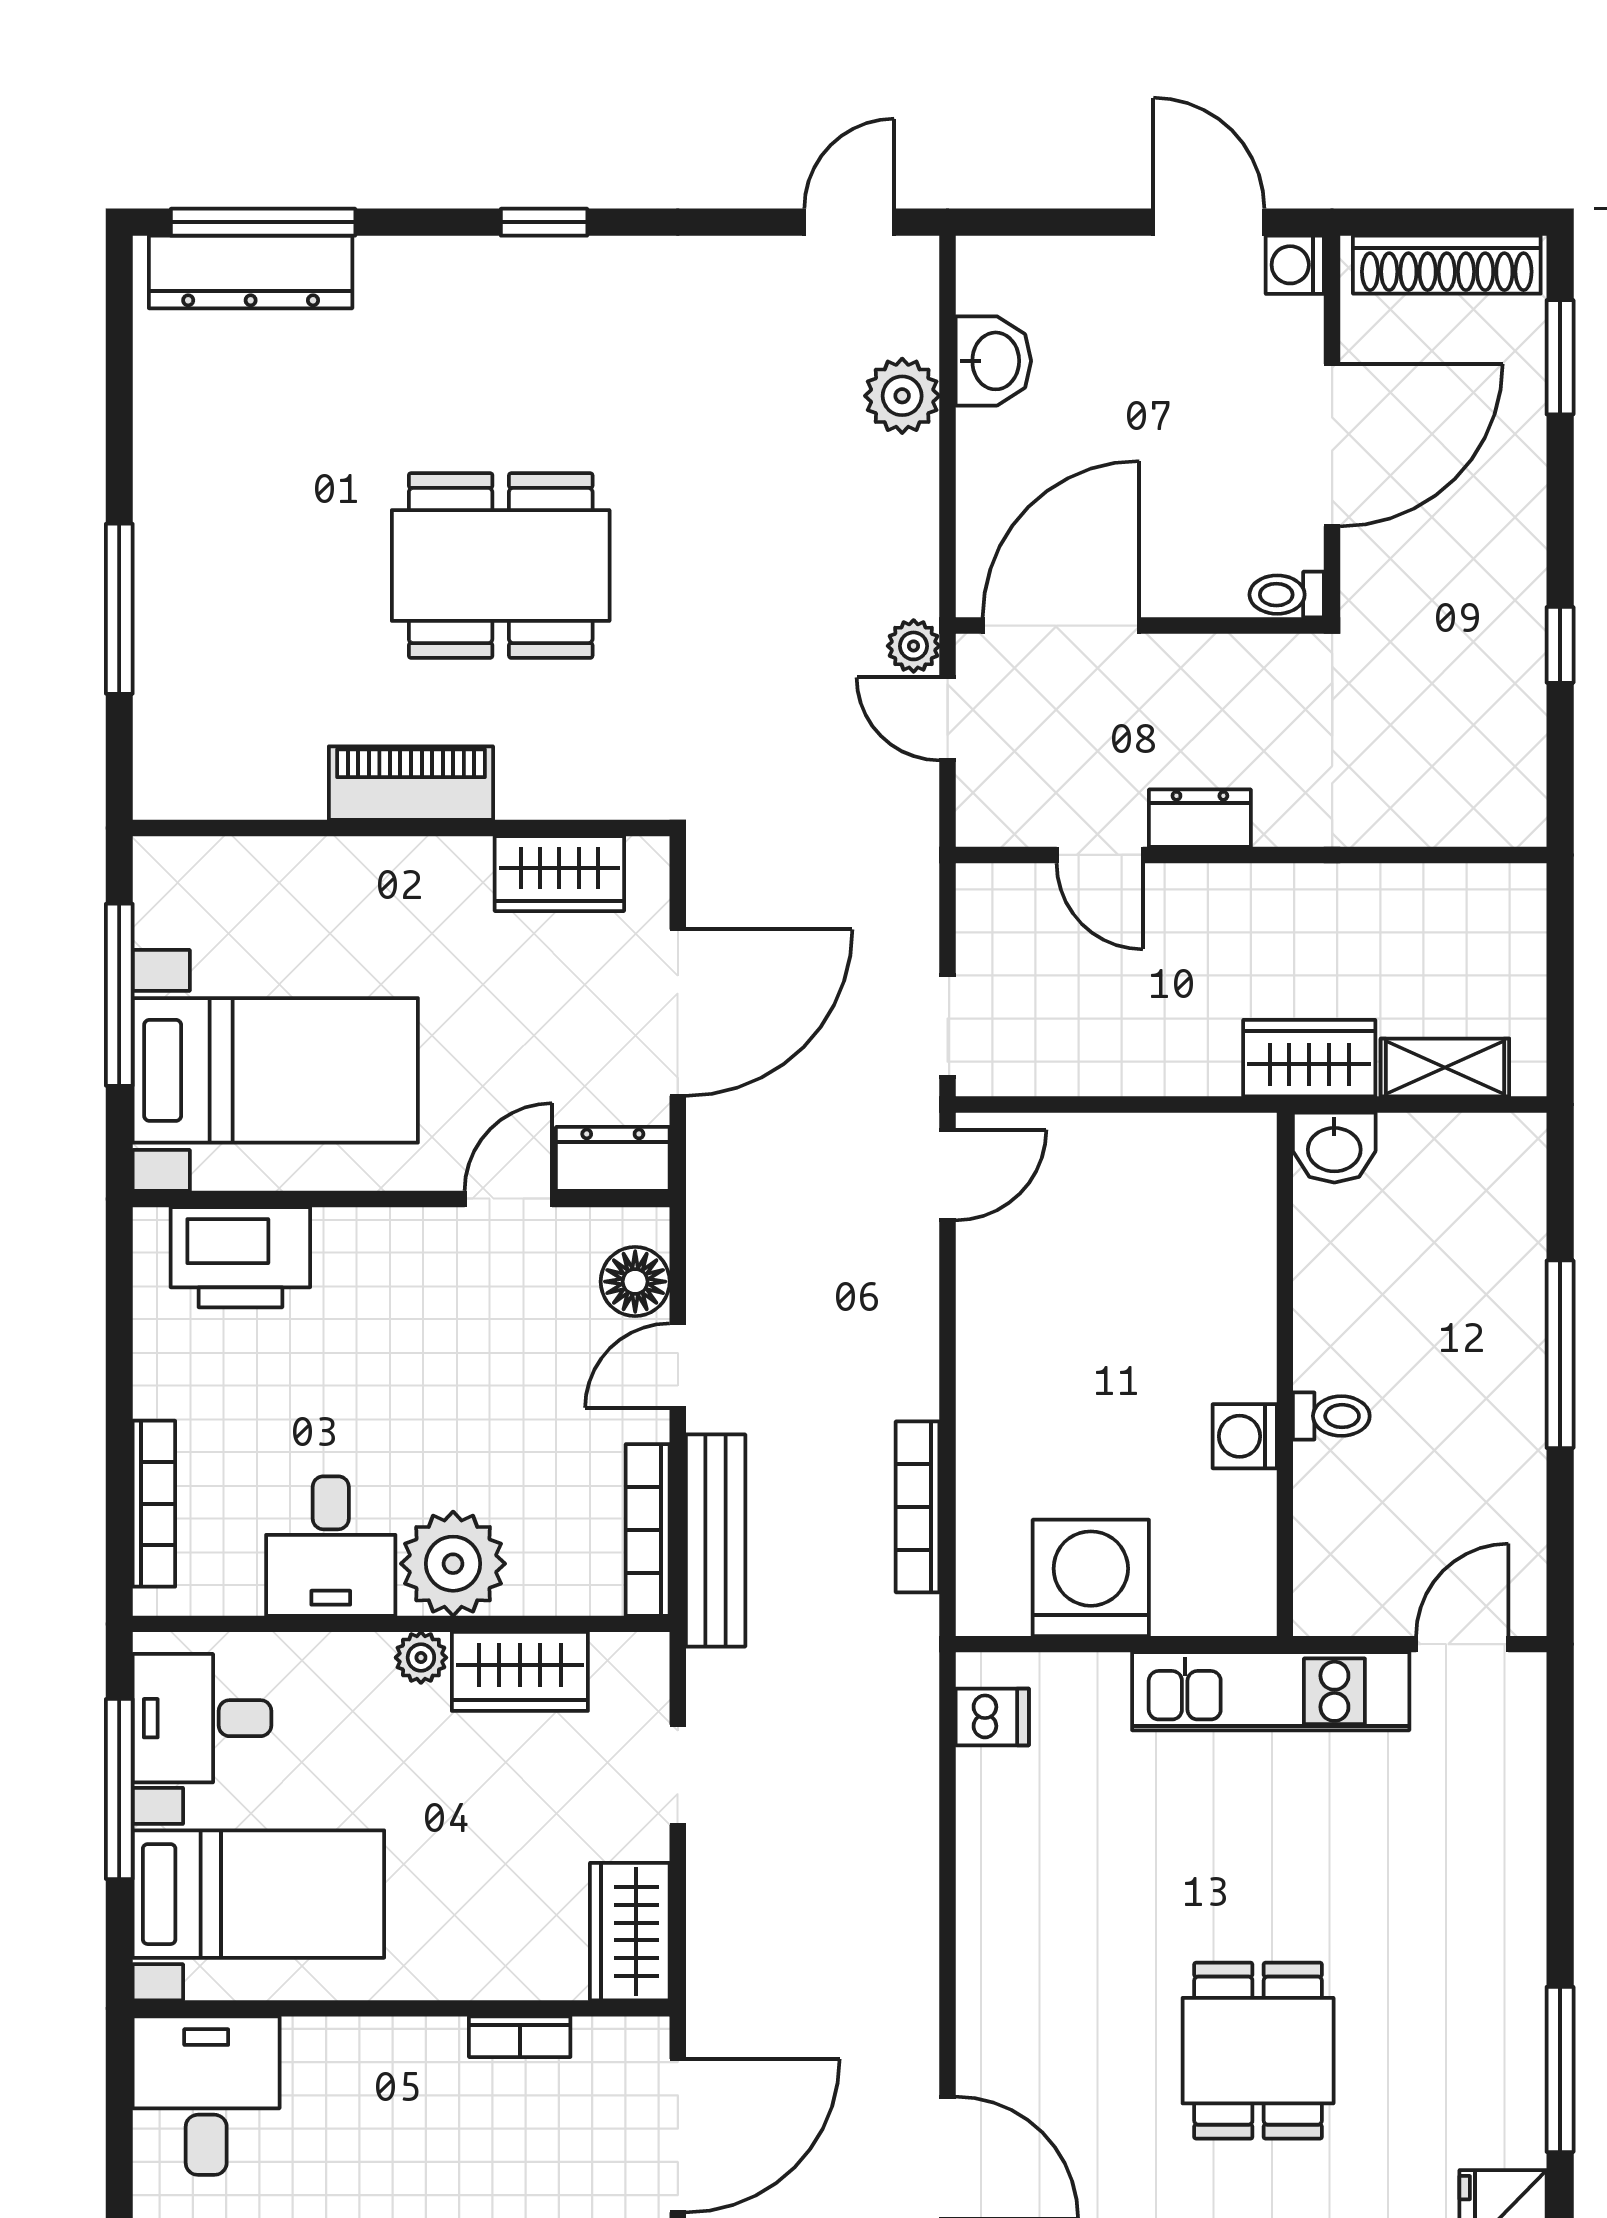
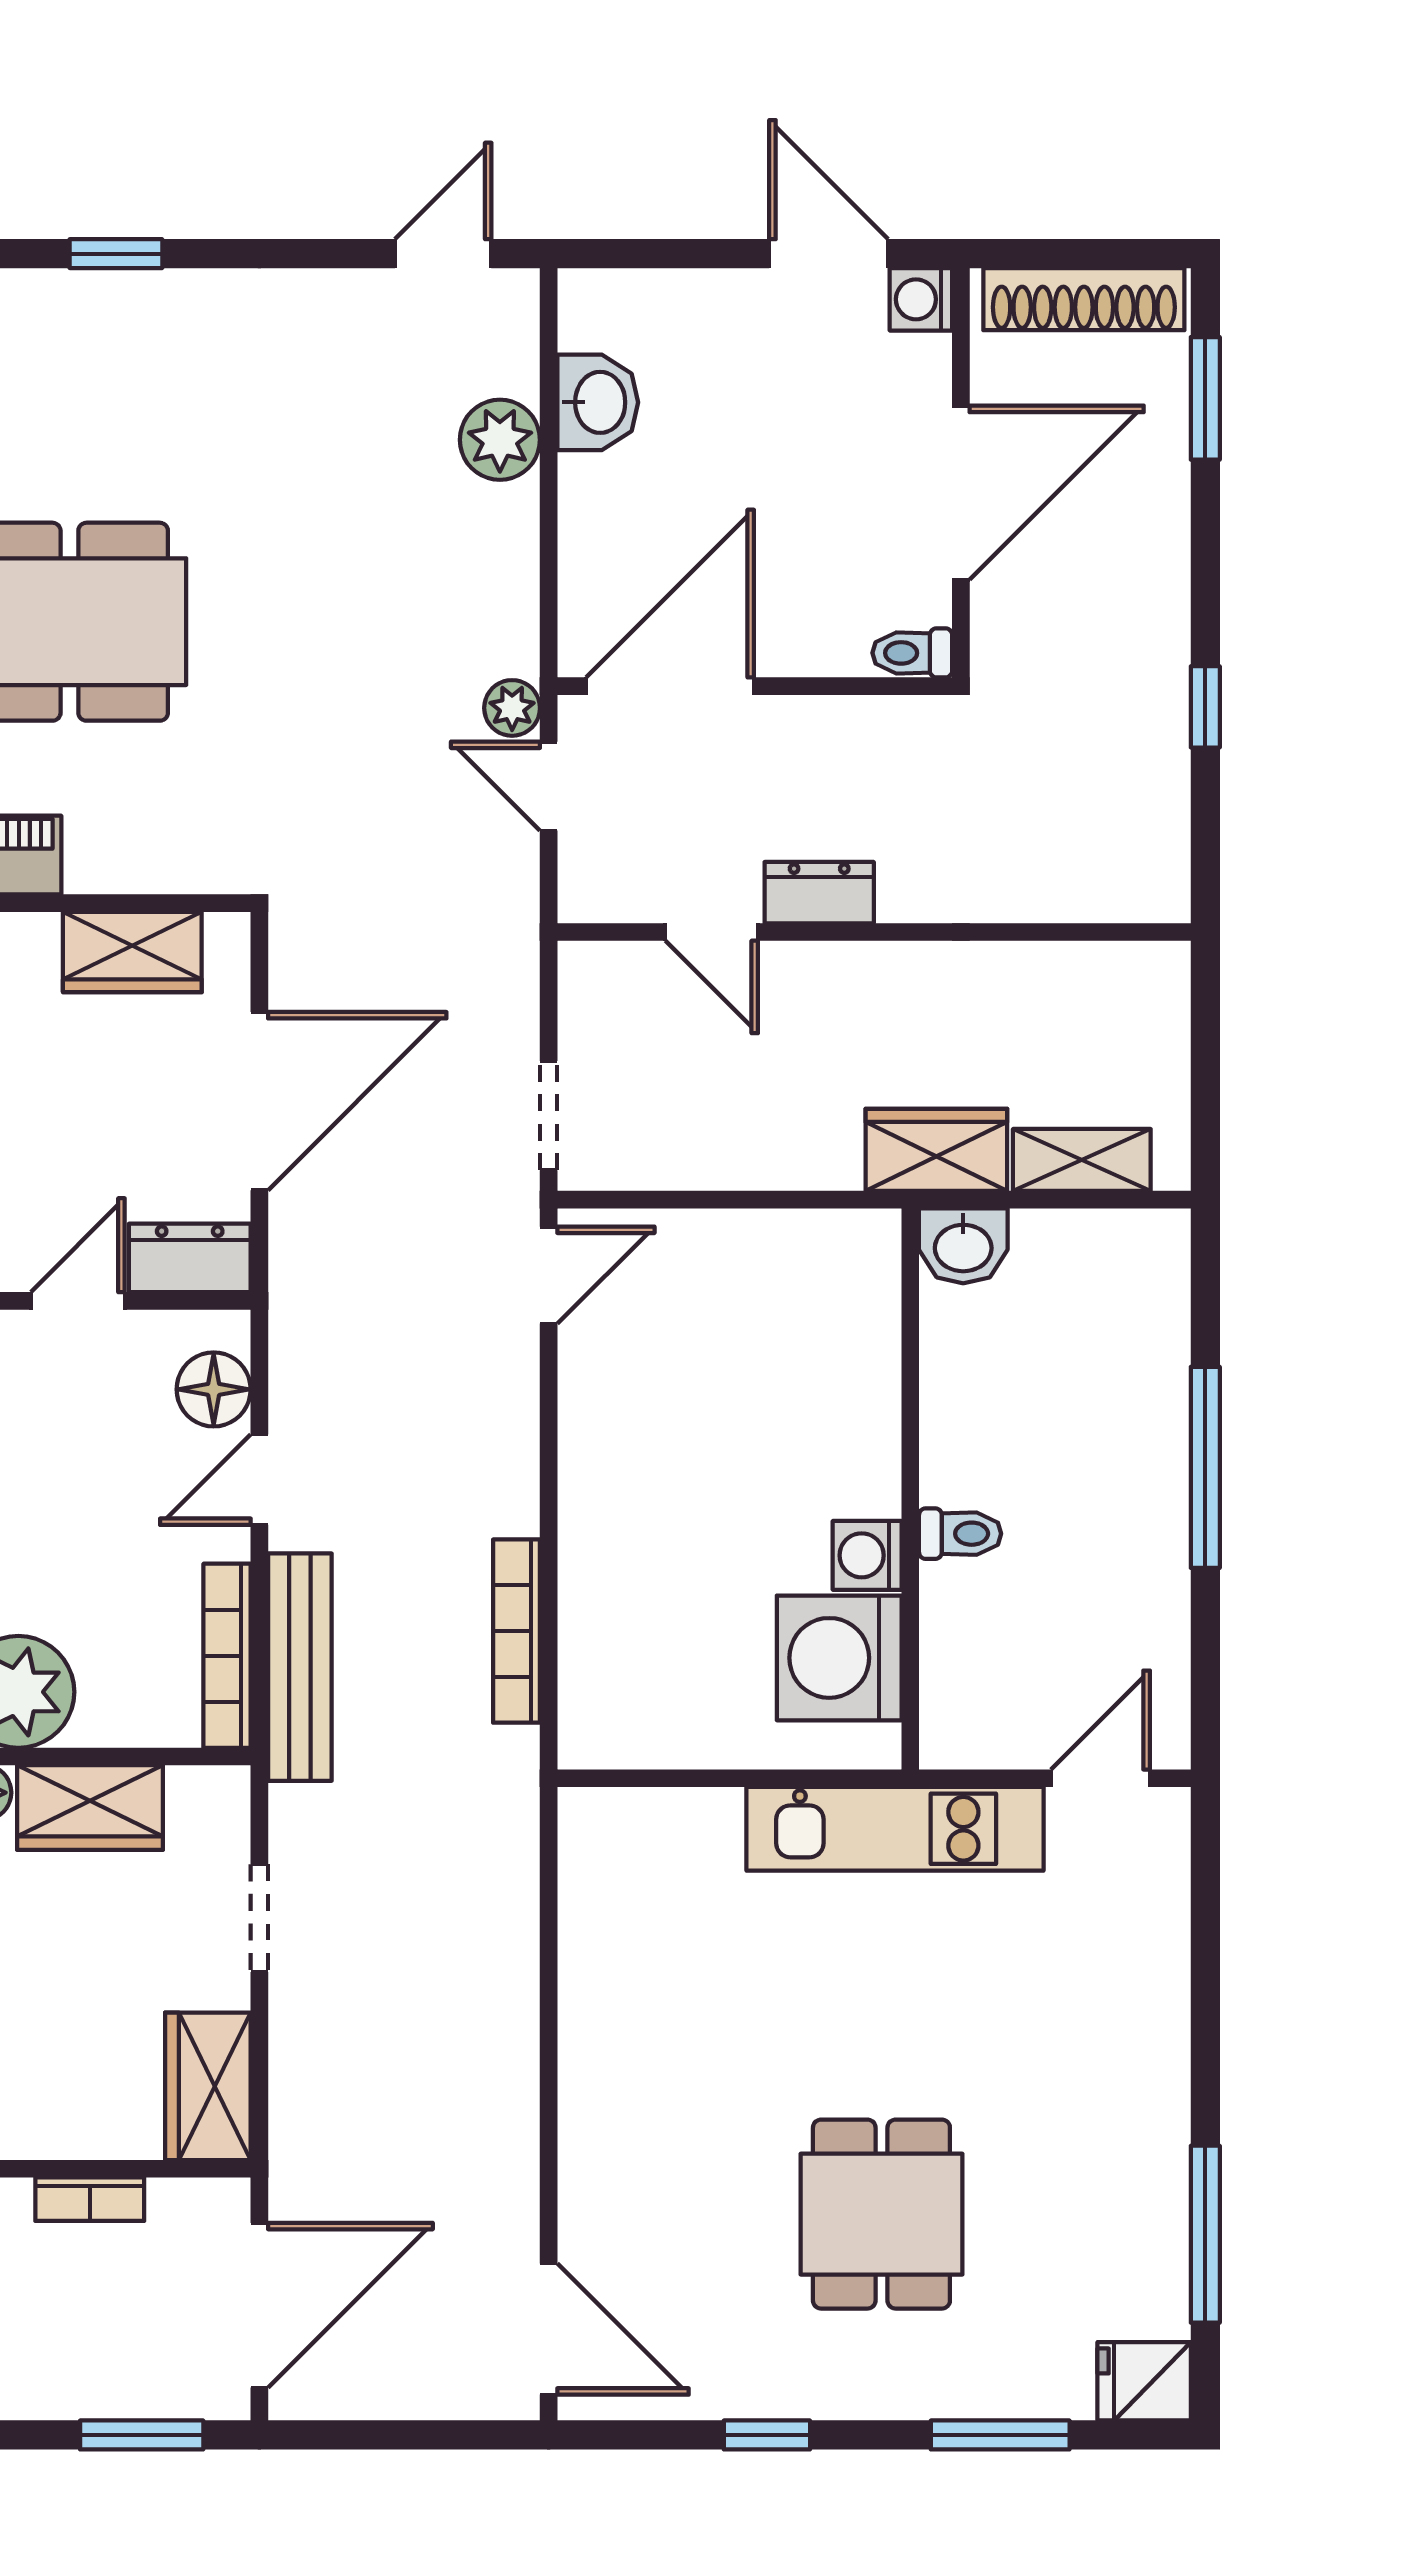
washing machine: (1091, 1578) -> (839, 1658), moved, turned -90
dishwasher: (992, 1717) -> (596, 1856), removed

